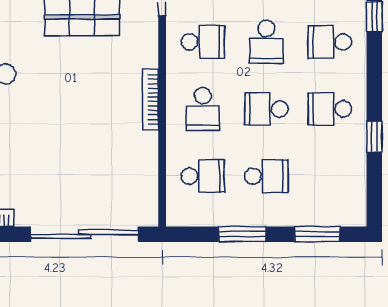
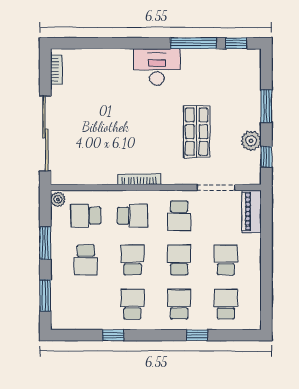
school desk: (266, 42) -> (179, 260), turned 90
school desk: (203, 109) -> (132, 216), turned 180
school desk: (203, 176) -> (86, 216), turned 90
plant: (179, 216) -> (58, 199), added

